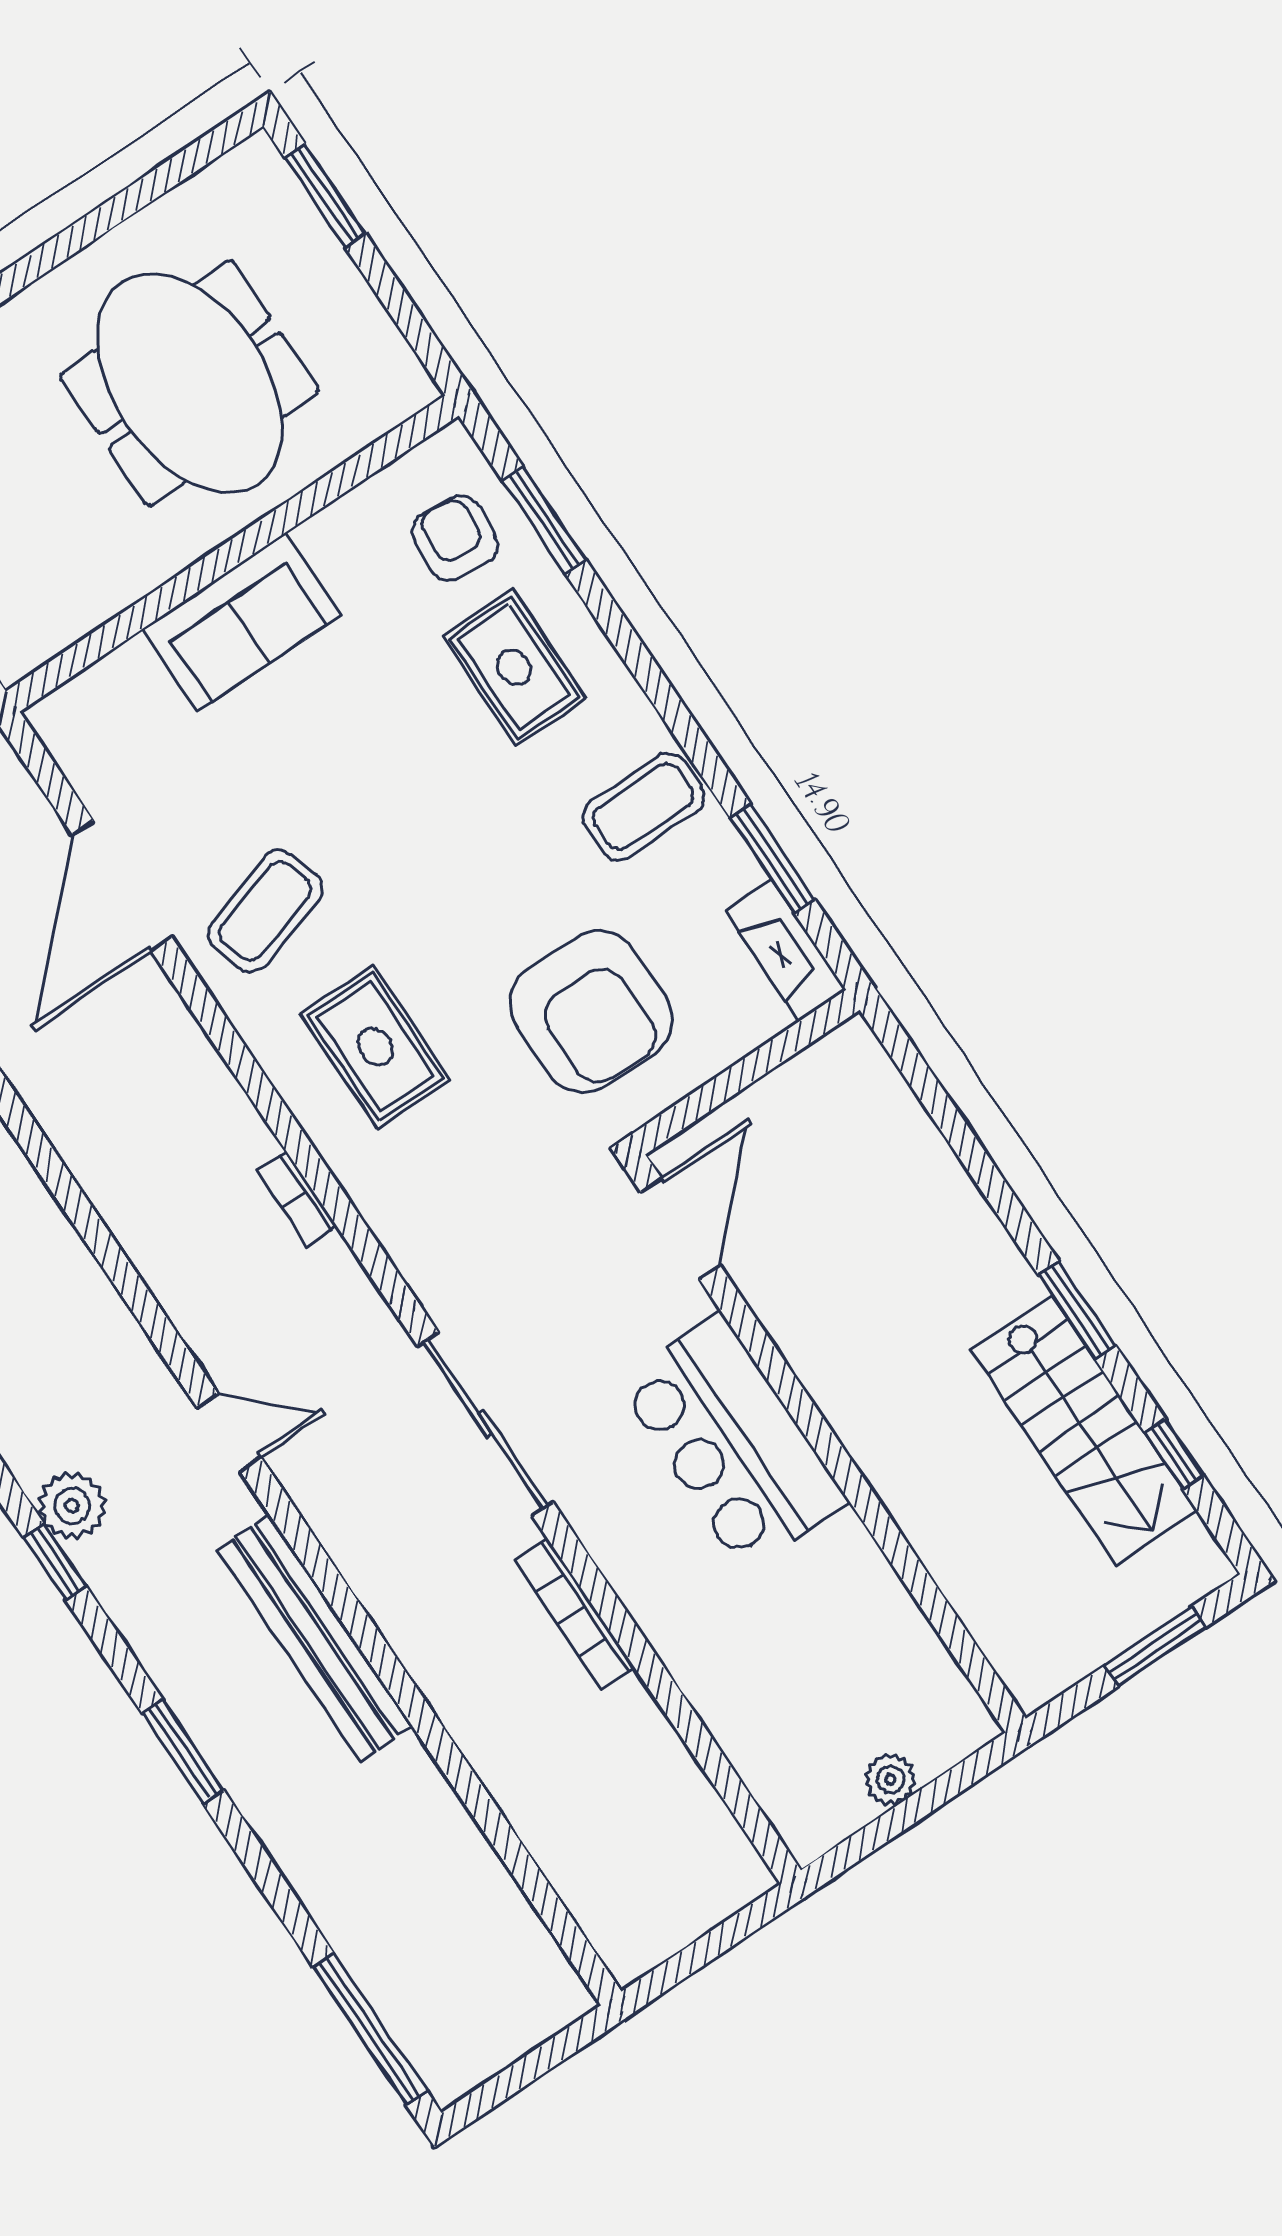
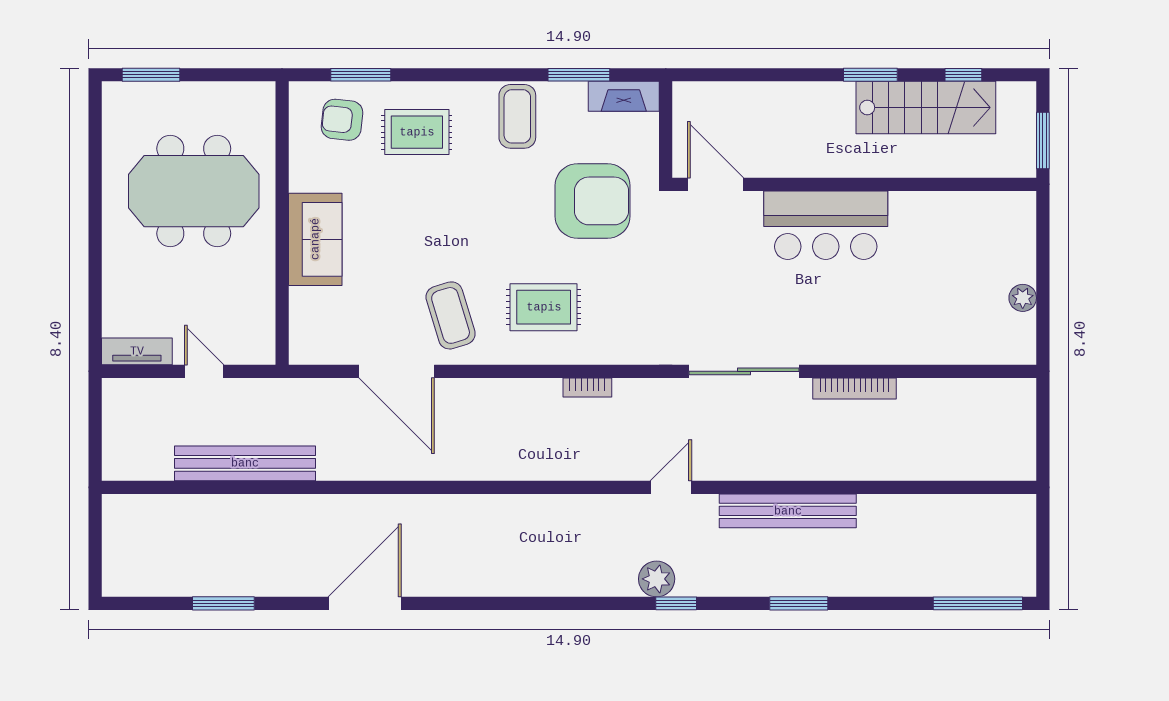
door: (680, 1229) -> (716, 184), moved
bar counter: (732, 1442) -> (826, 225), moved
wall: (825, 1443) -> (854, 184), moved

